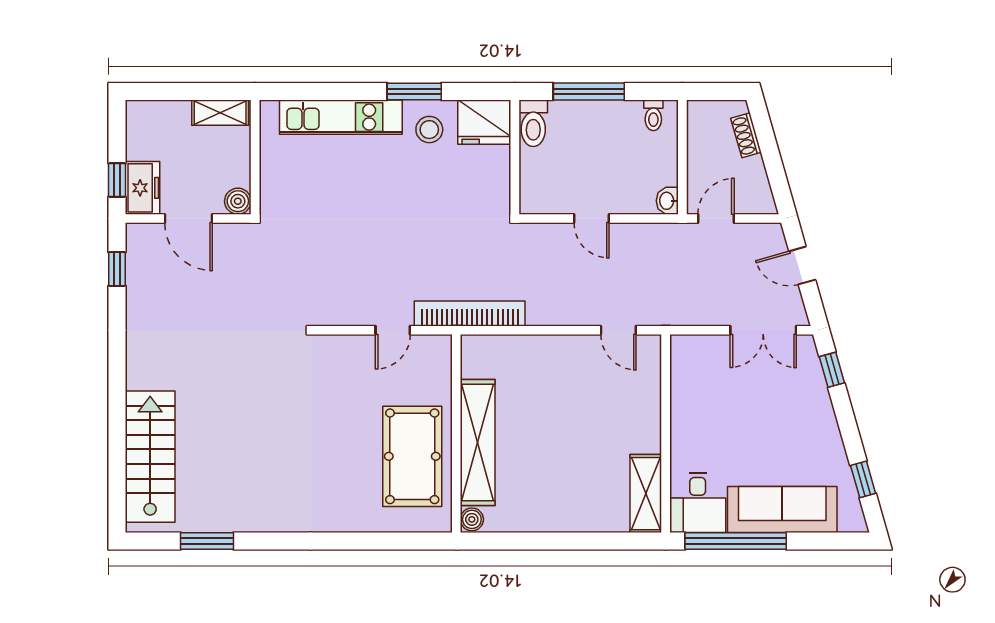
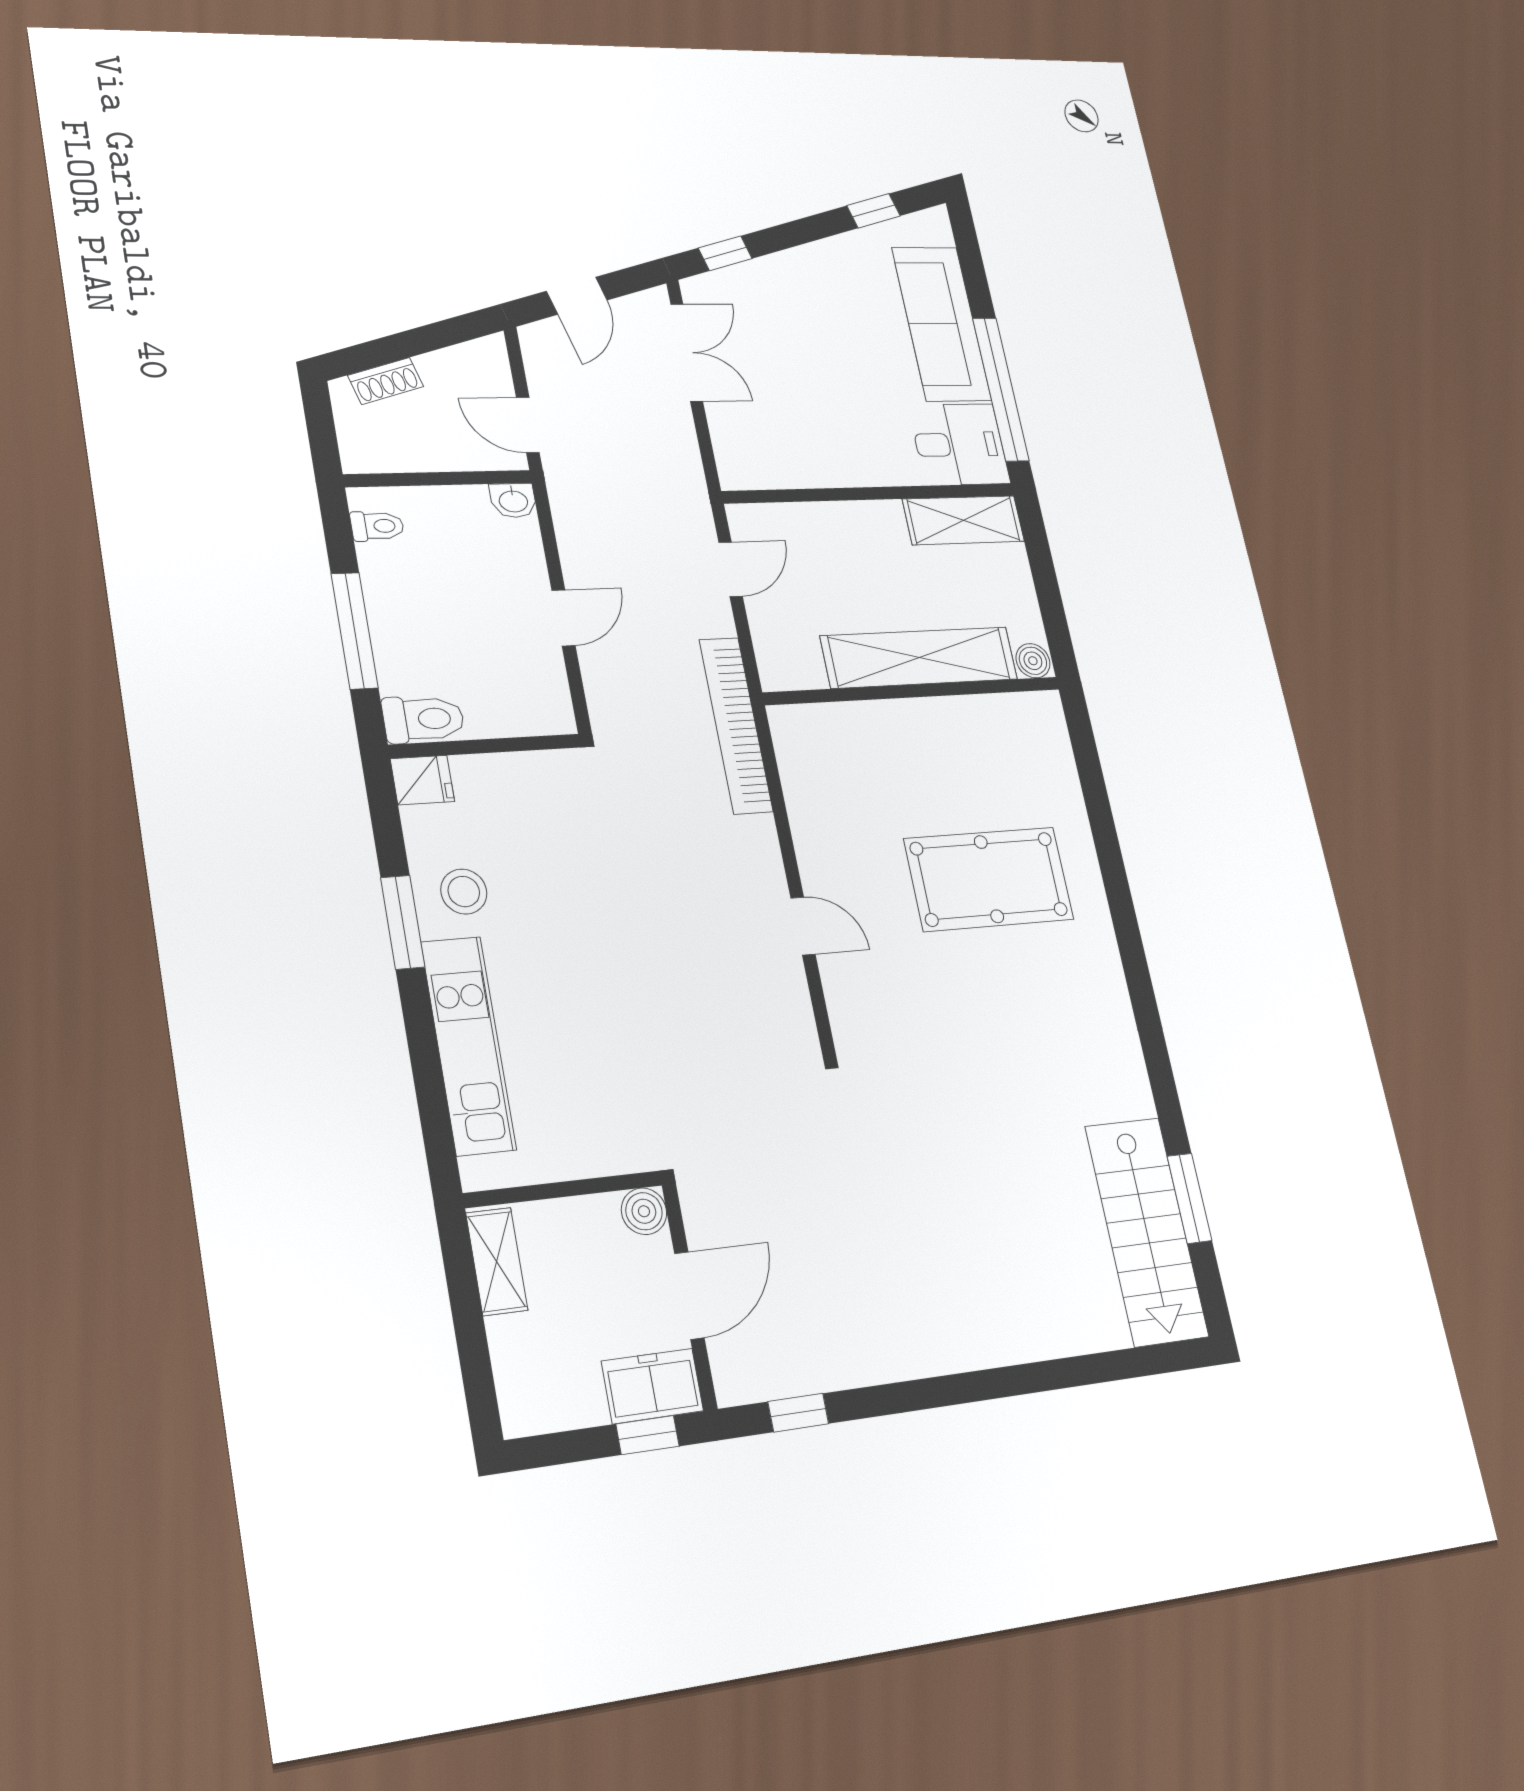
fridge: (484, 122) -> (422, 780), width x0.53, depth x0.75
bookcase: (470, 313) -> (736, 725), moved
wall: (456, 434) -> (913, 691), moved
shelving: (478, 443) -> (919, 658), moved
stairs: (150, 457) -> (1147, 1231), moved, turned -90
boiler: (472, 519) -> (1033, 661), moved

